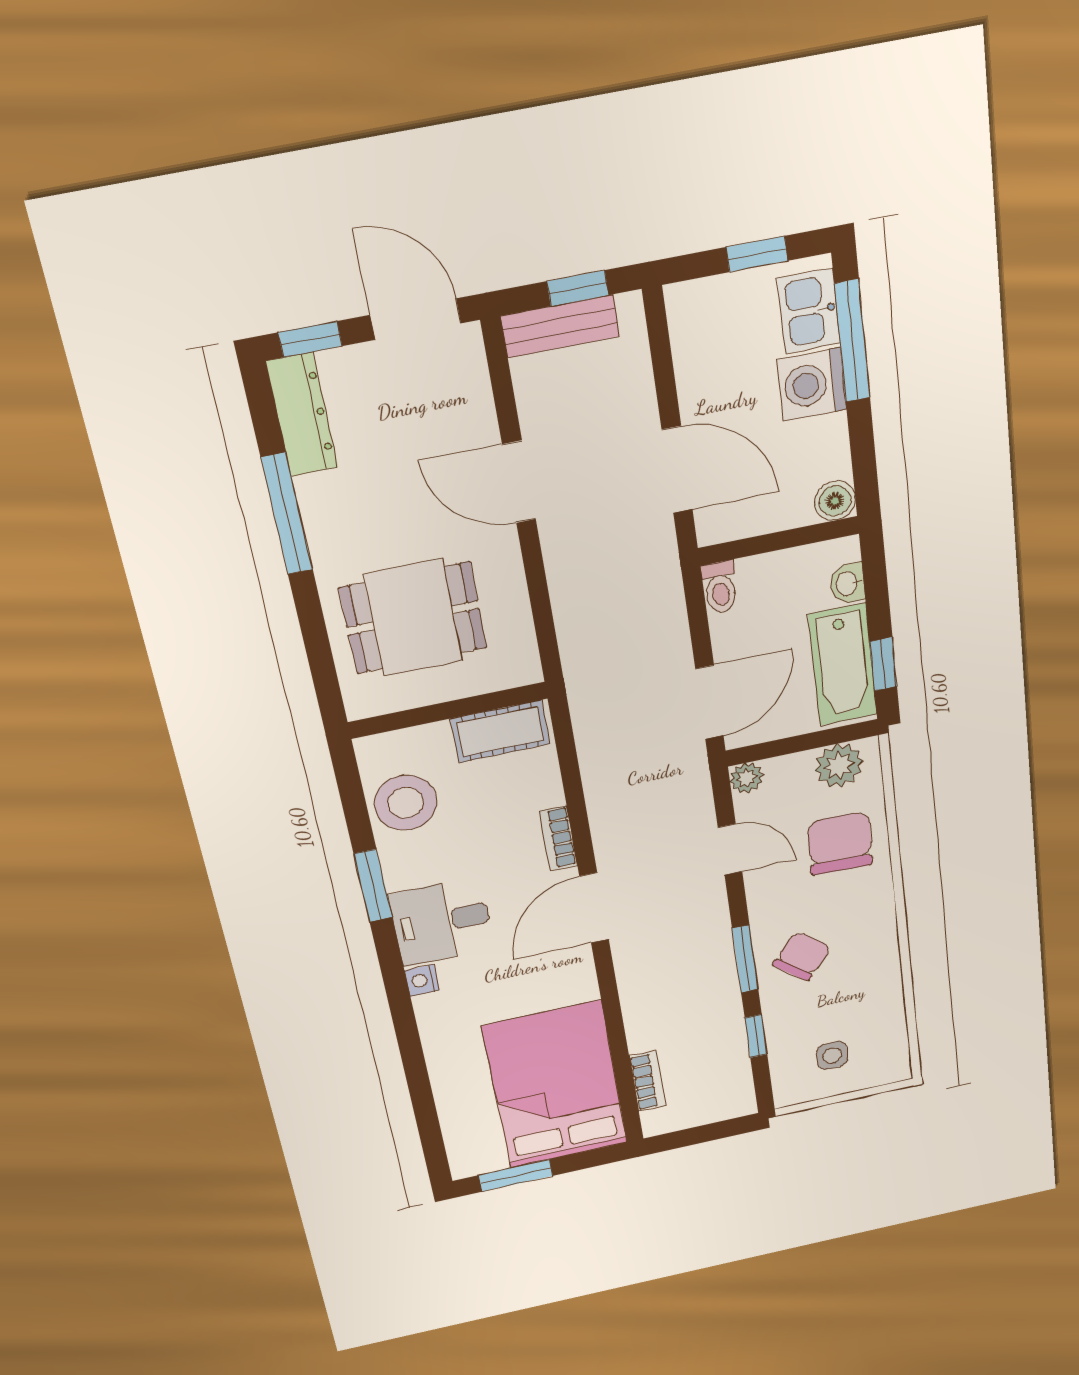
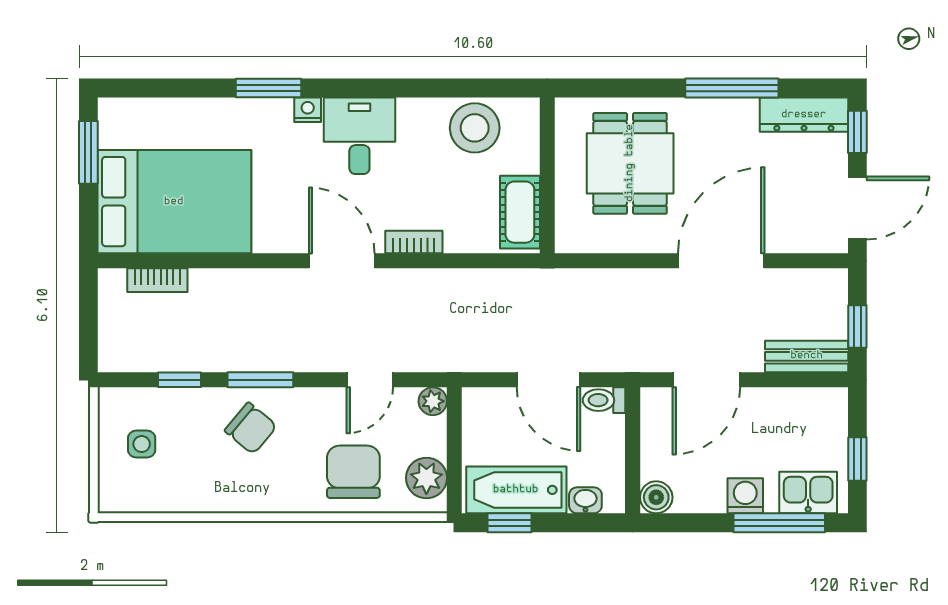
bench: (560, 326) -> (807, 356), moved, turned 90
washing machine: (812, 384) -> (745, 496), width x0.73, depth x0.73
door: (519, 482) -> (721, 261), width x1.36
door: (710, 702) -> (548, 380), moved
chair: (840, 843) -> (353, 472), turned -92
window: (373, 886) -> (268, 88), moved

